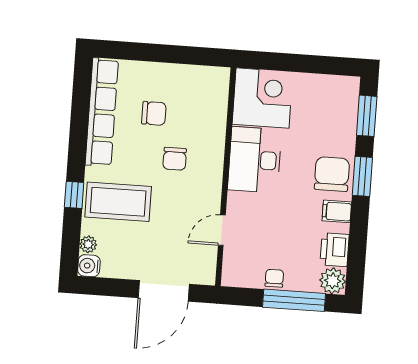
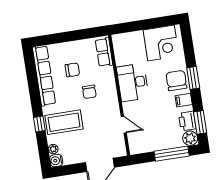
row of seats: (217, 95) -> (104, 52), added
corner desk: (262, 98) -> (161, 43), moved, turned 90
window: (367, 116) -> (200, 122), moved
door: (222, 230) -> (124, 125), swing flipped
chair: (274, 278) -> (158, 144), removed

